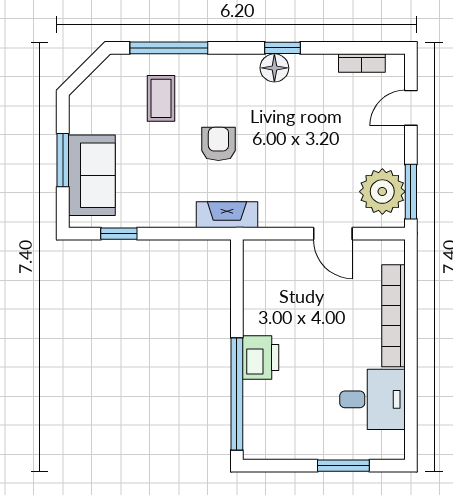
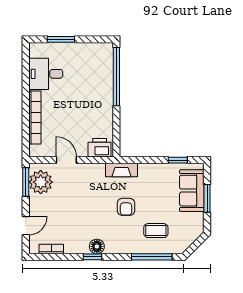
coffee table: (161, 98) -> (156, 231), turned 90
printer: (261, 357) -> (100, 148), moved, turned 90

